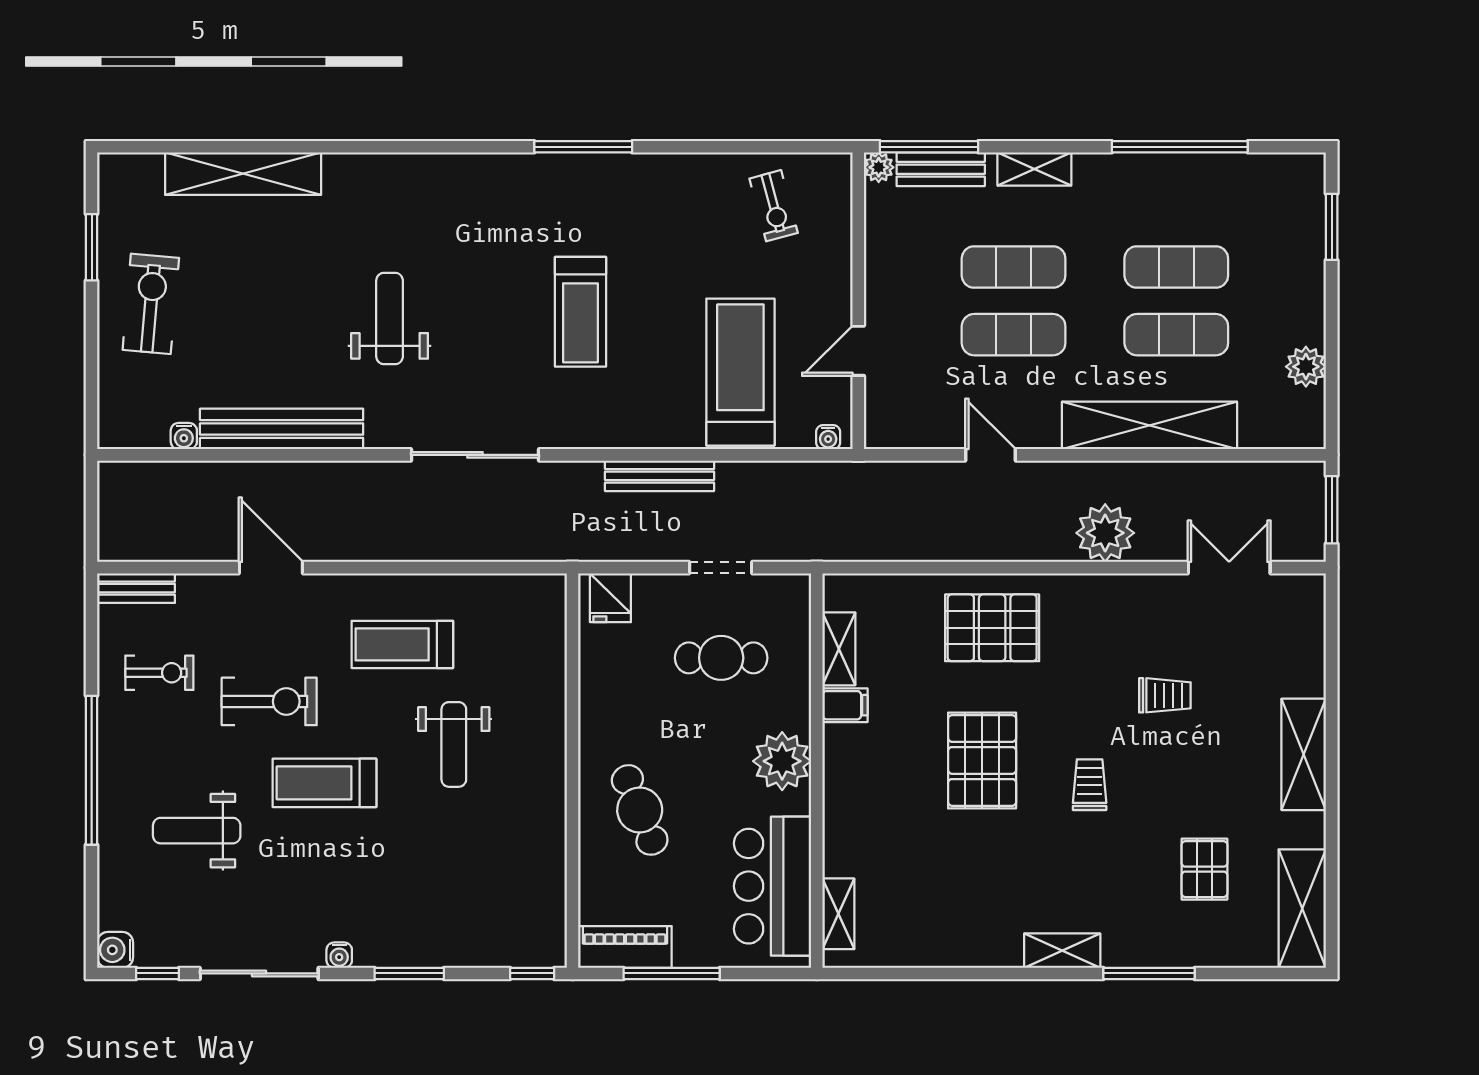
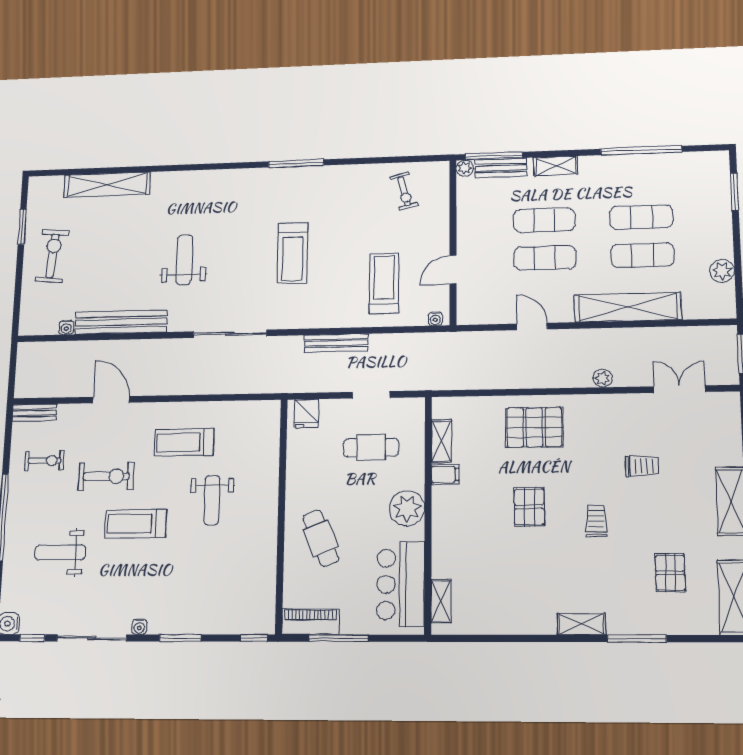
treadmill: (740, 372) -> (384, 283), width x0.73, depth x0.73
plant: (1105, 533) -> (603, 378), width x0.53, depth x0.53
pallet: (982, 760) -> (529, 507), width x0.67, depth x0.71

